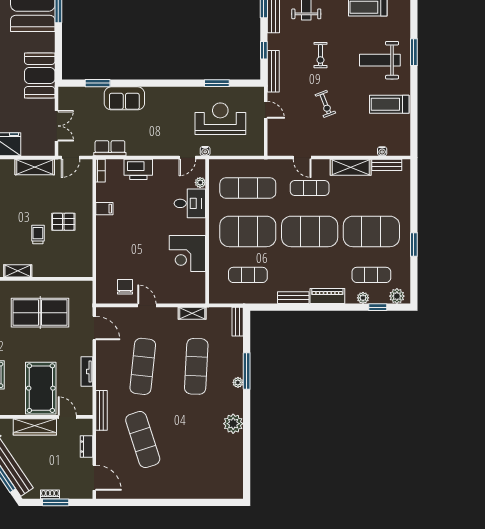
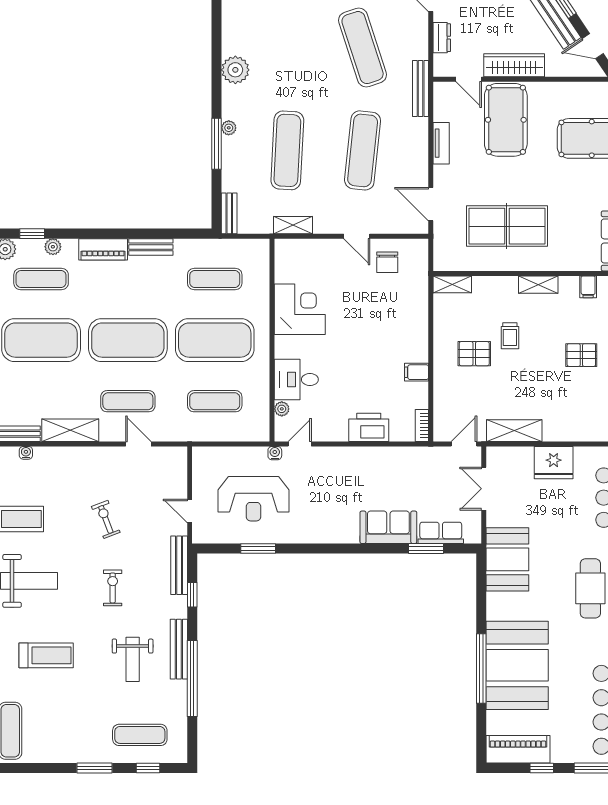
row of seats: (110, 148) -> (441, 533), moved, turned 180
exercise mat: (248, 188) -> (215, 401), width x0.73, depth x0.69
shelving: (79, 271) -> (452, 284), added

